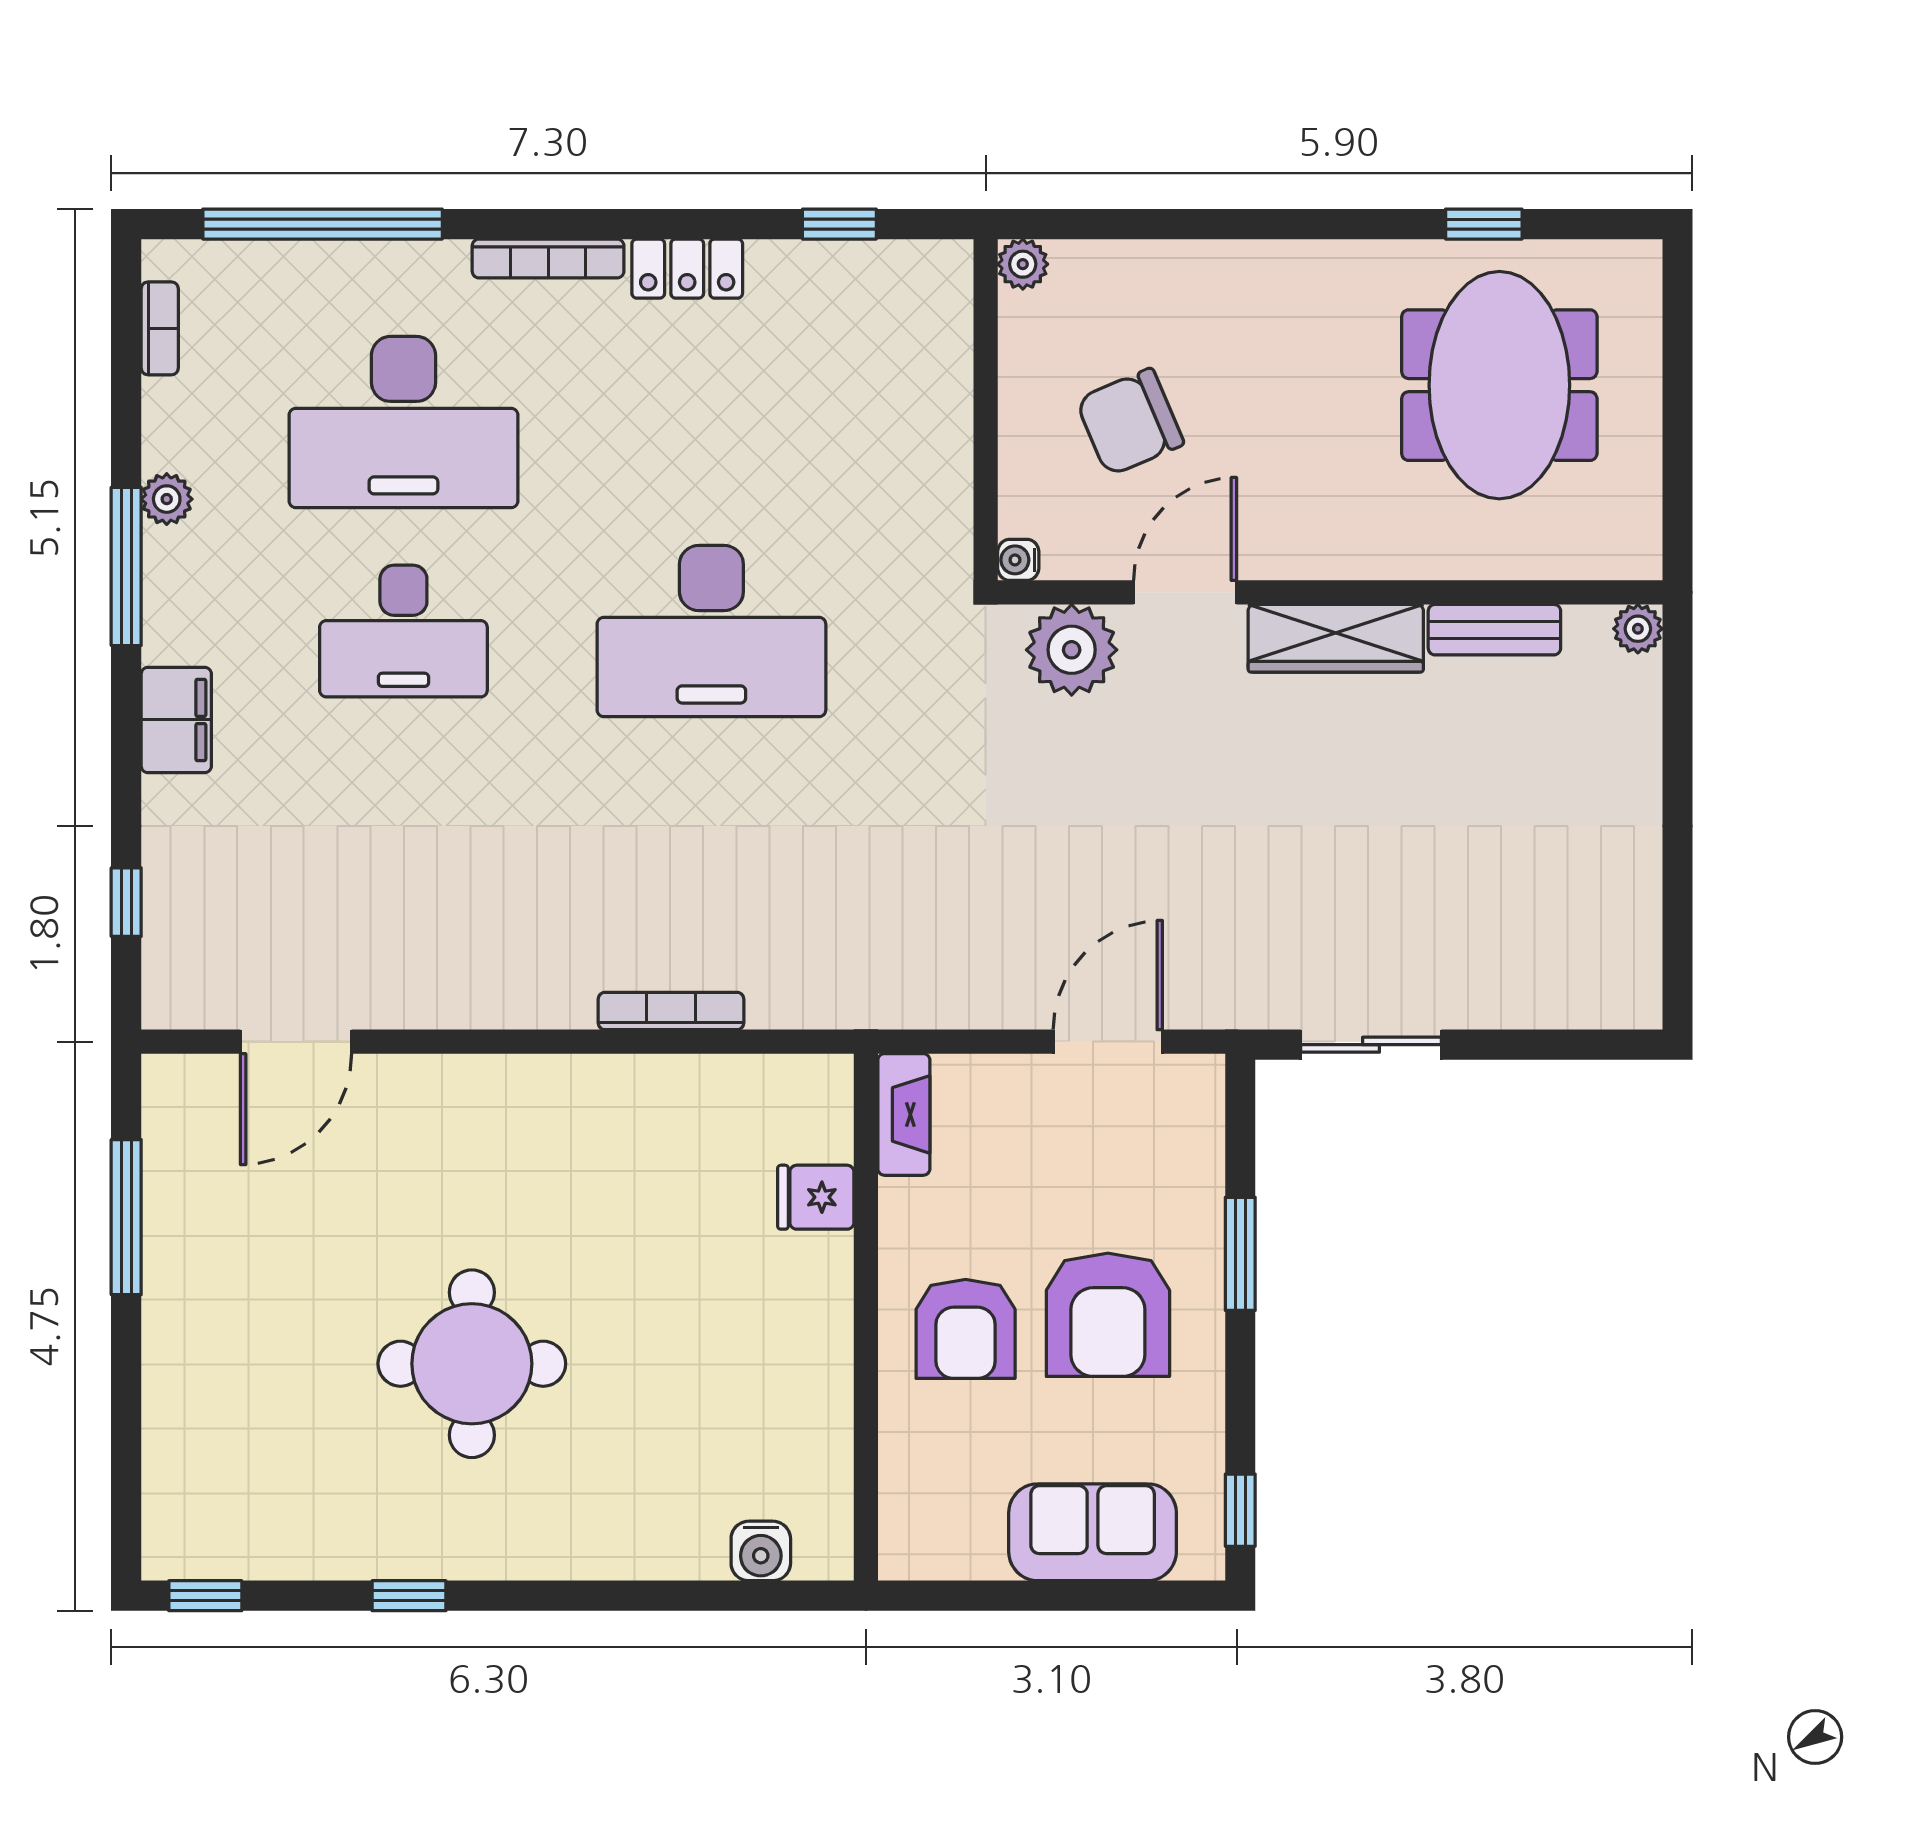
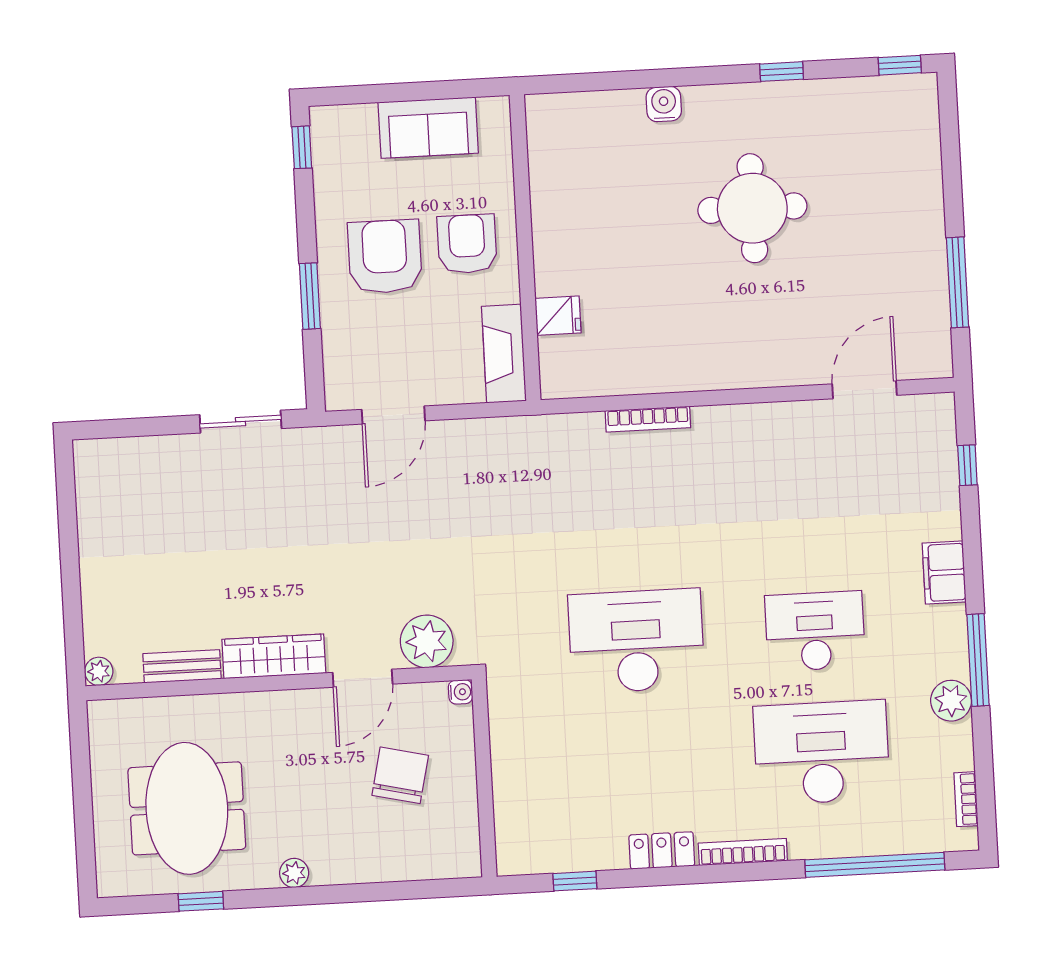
plant: (1023, 264) -> (294, 873), moved
chair: (1130, 422) -> (400, 775), turned -54
plant: (167, 499) -> (951, 701), width x1.38, depth x1.38
fireplace: (904, 1114) -> (504, 354), width x1.37, depth x1.32
sofa: (1093, 1532) -> (428, 128), moved
water cooler: (761, 1551) -> (664, 104), moved

